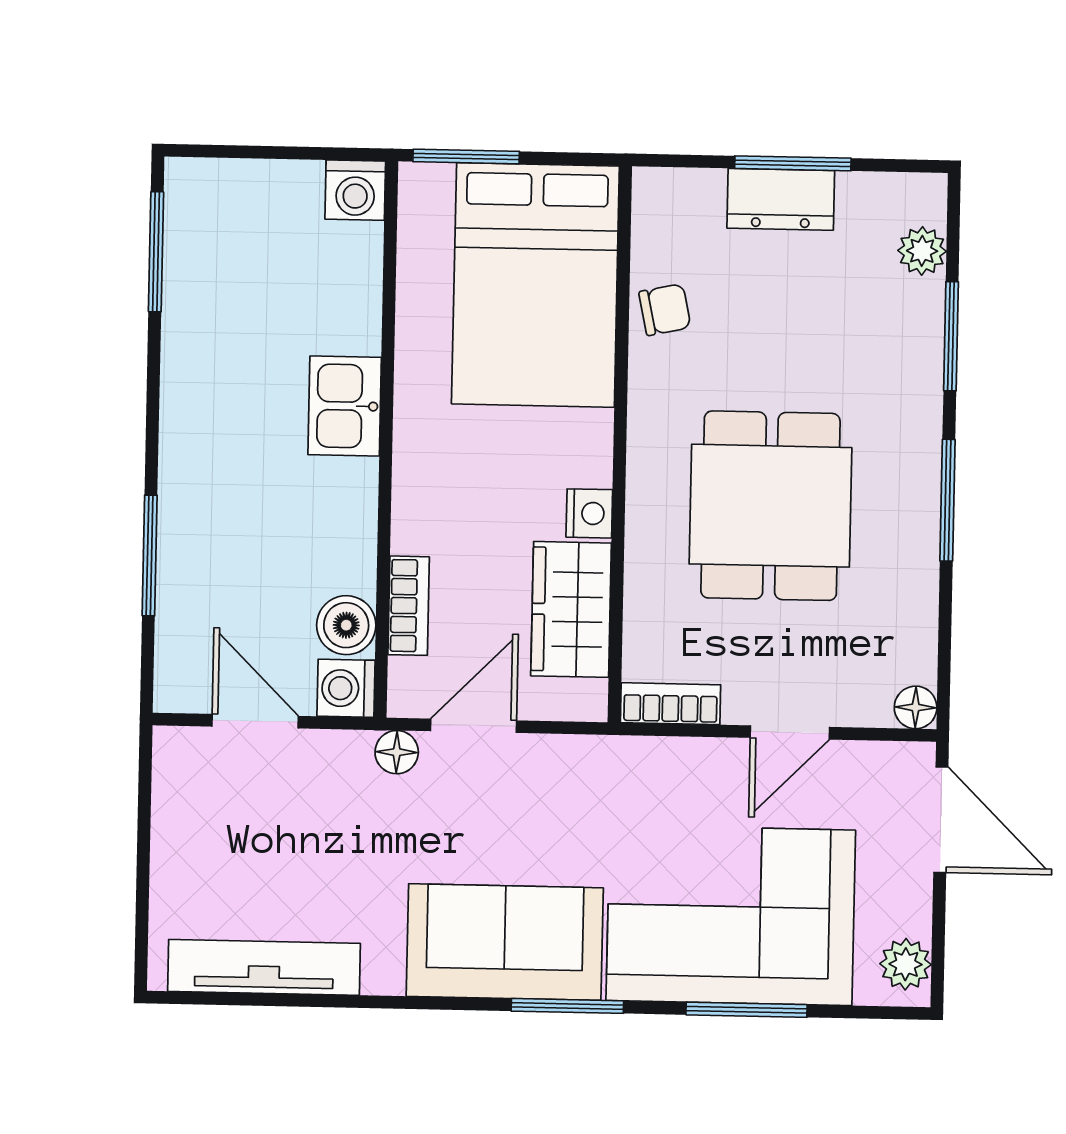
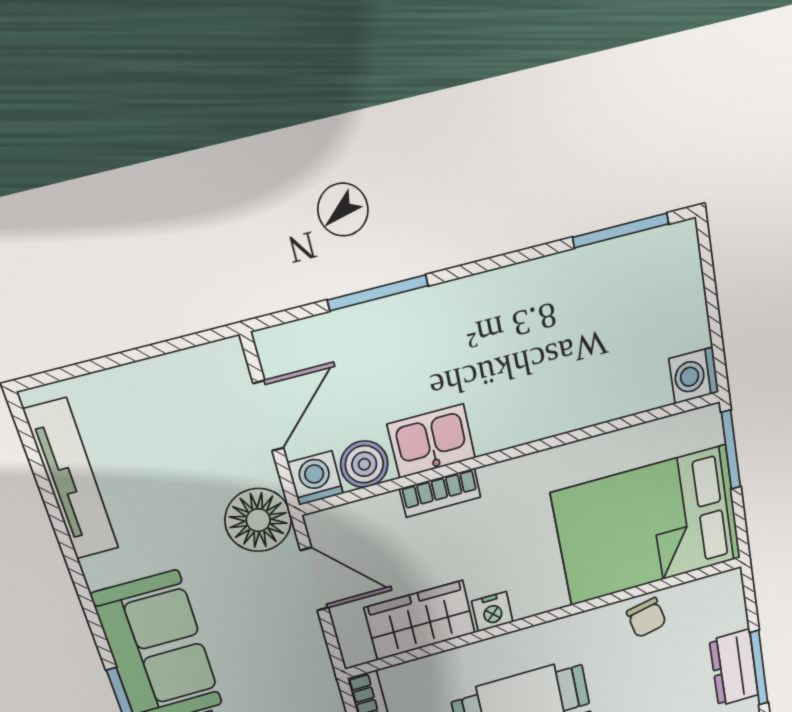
kitchen sink: (345, 406) -> (431, 441), moved
bookcase: (409, 606) -> (440, 493), moved
floor lamp: (397, 752) -> (258, 520), width x1.89, depth x1.89

